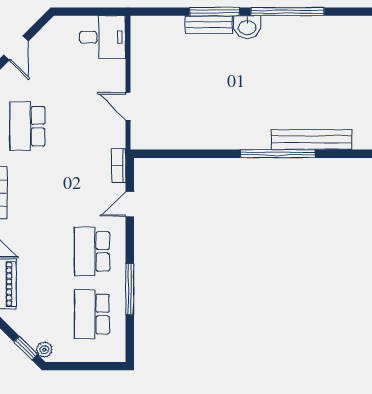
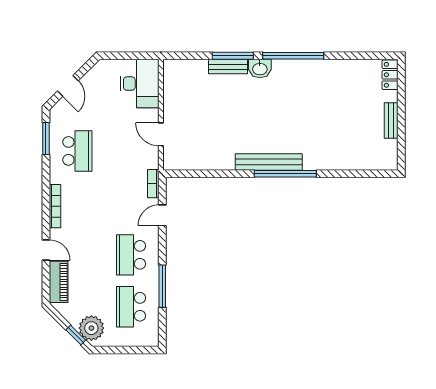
desk: (102, 37) -> (140, 84), width x1.37
school desk: (27, 126) -> (77, 151), turned 180
bench: (311, 140) -> (269, 162), moved
plant: (44, 350) -> (91, 328), width x1.88, depth x1.88

